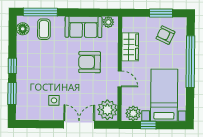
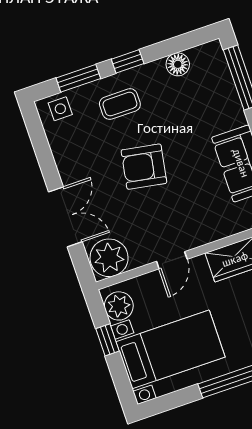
floor lamp: (23, 29) -> (178, 64), moved
coffee table: (44, 29) -> (120, 104), moved
armchair: (90, 62) -> (144, 167), moved, turned -80
side table: (54, 100) -> (60, 109), moved

